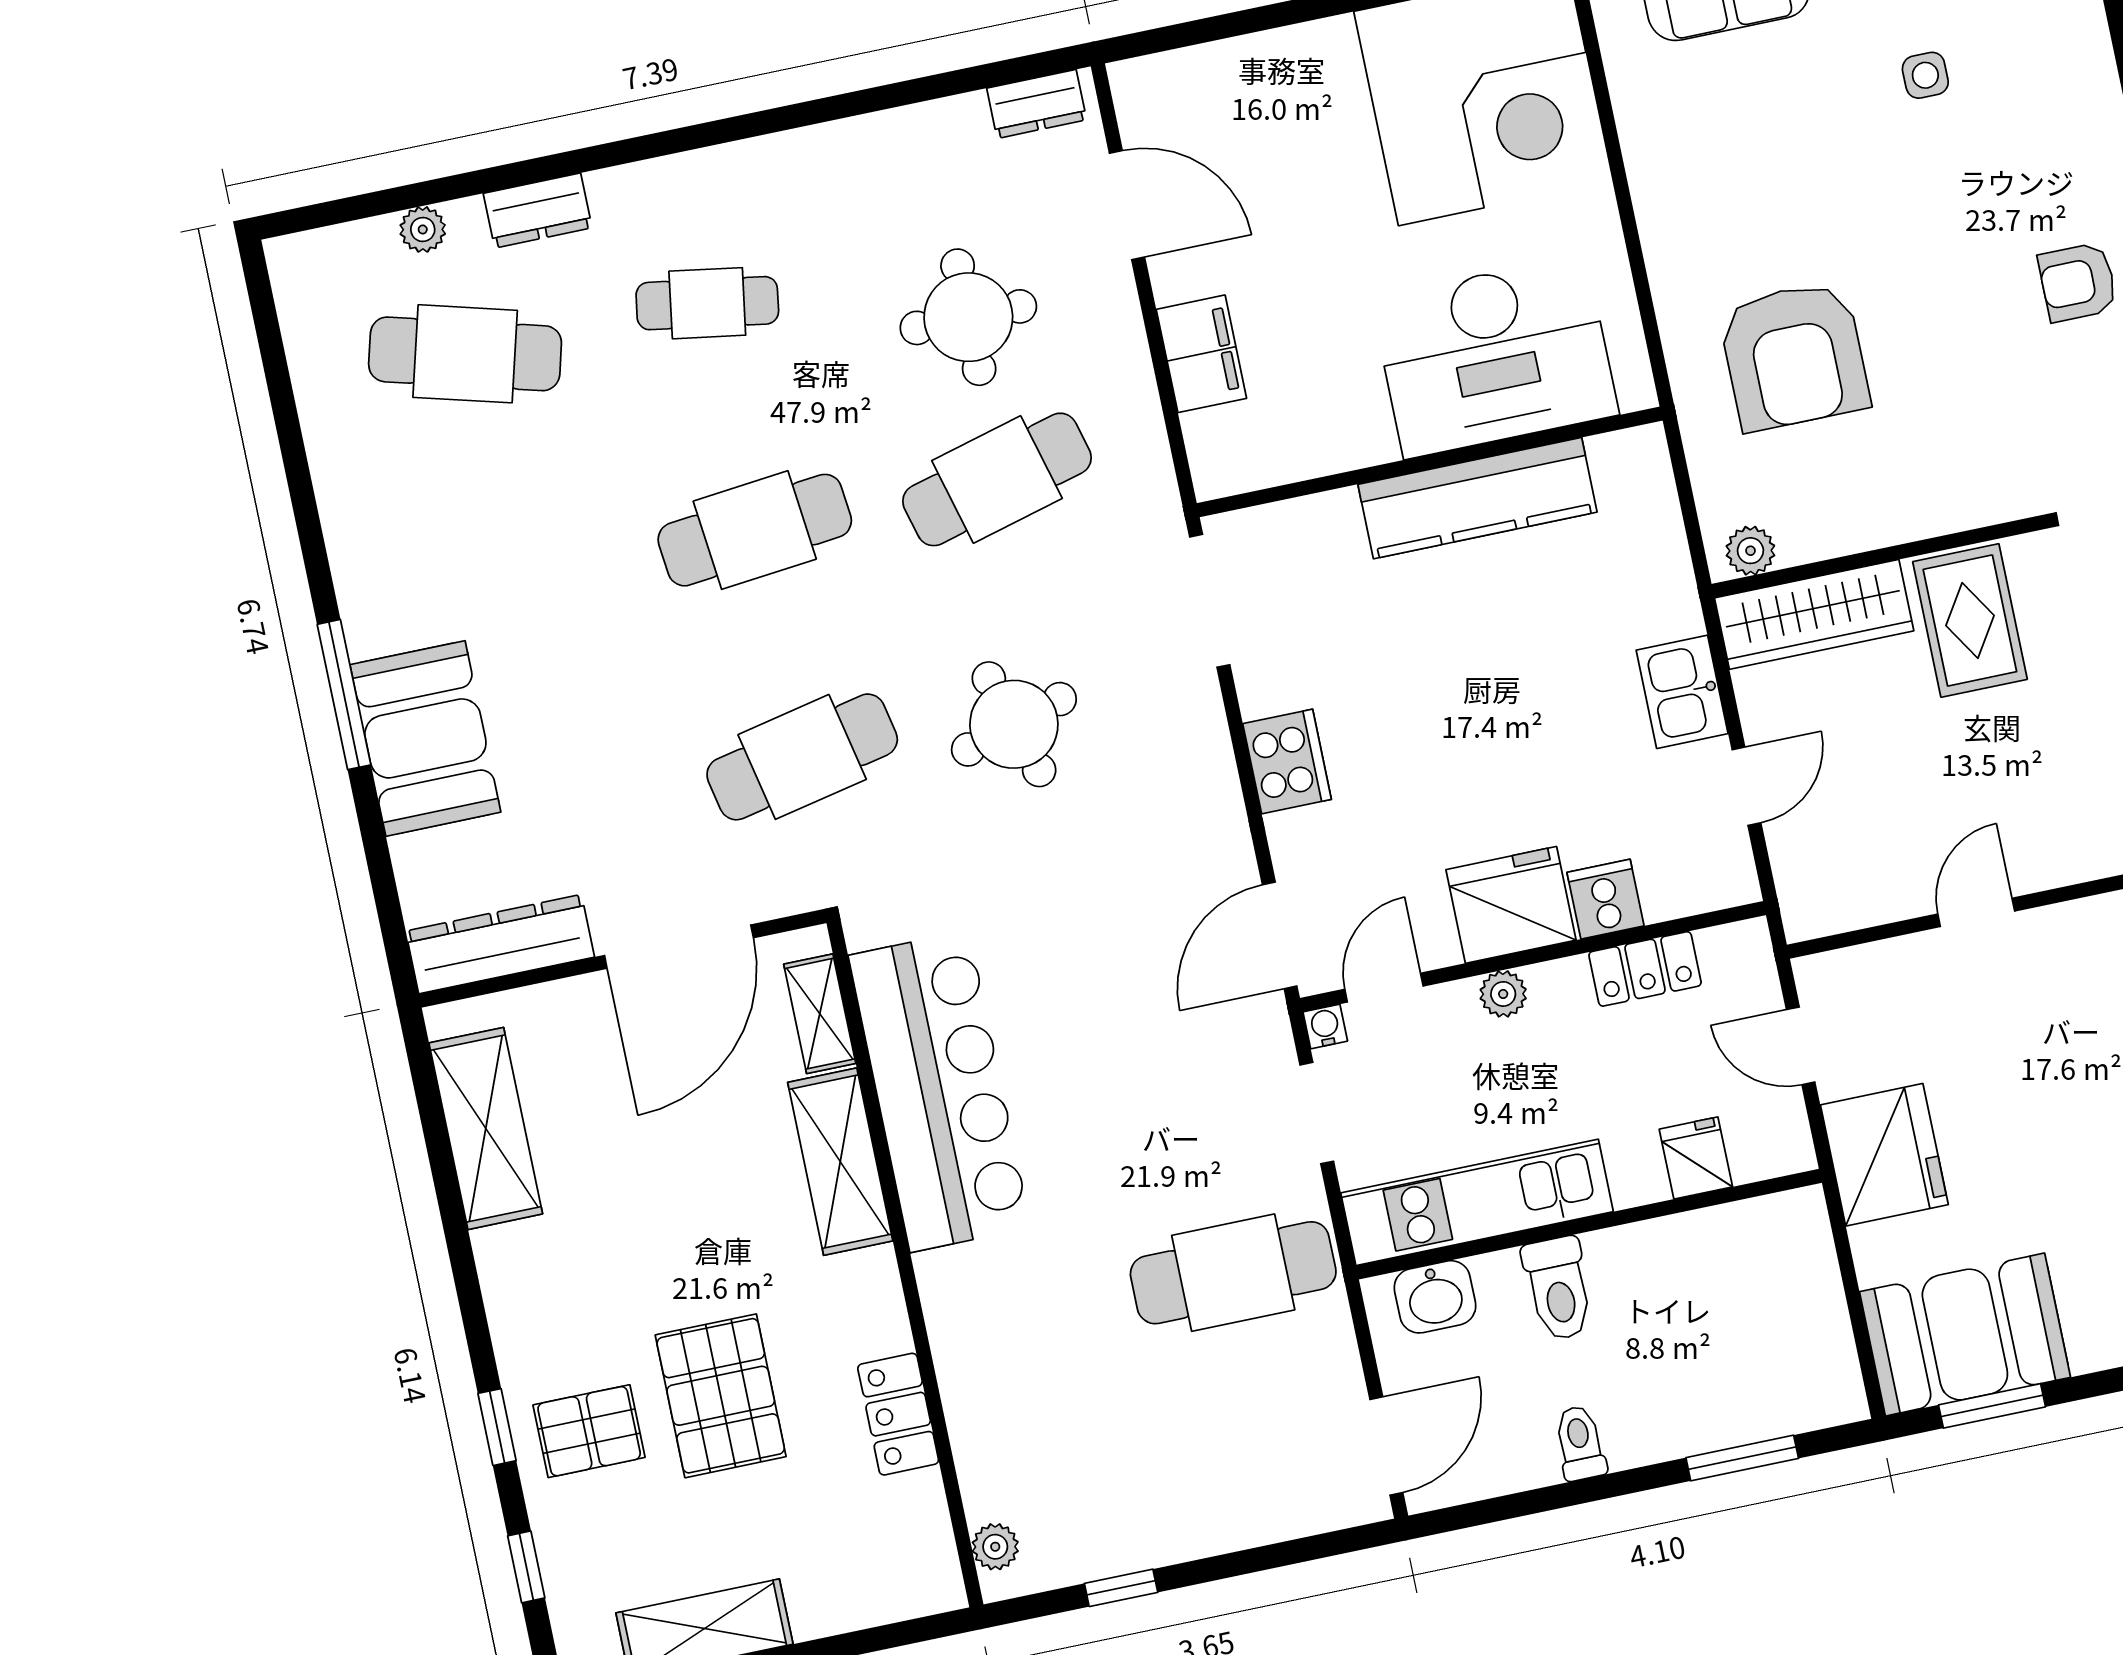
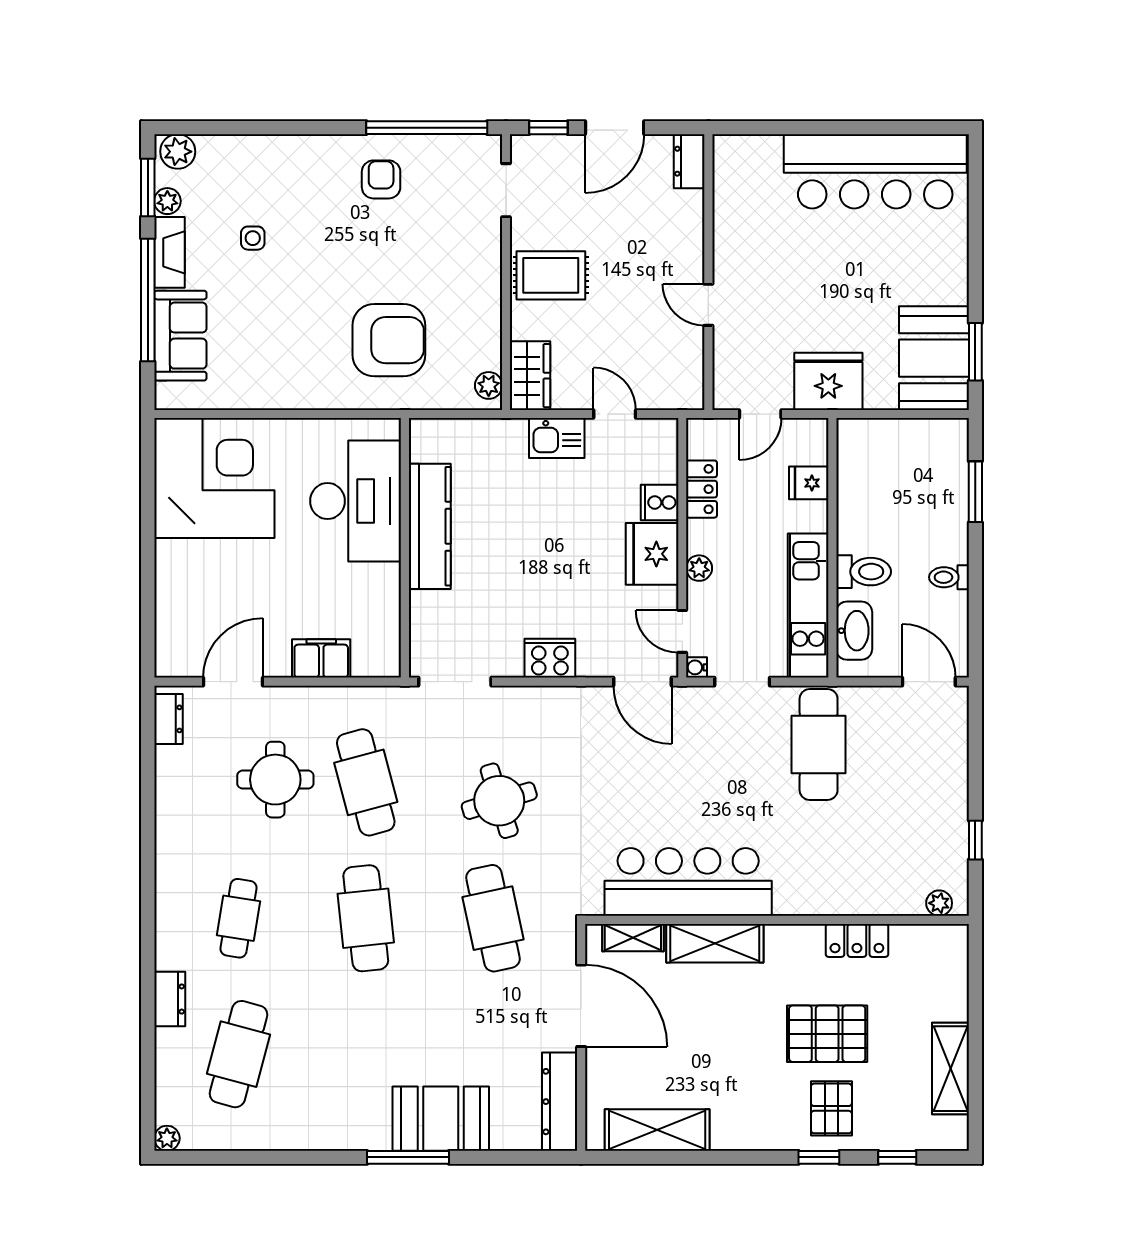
plant: (423, 229) -> (167, 1138), moved
armchair: (2078, 282) -> (381, 179), turned 180
wardrobe: (1814, 614) -> (530, 376), width x0.67
washbasin: (1435, 1297) -> (854, 631), width x1.38

